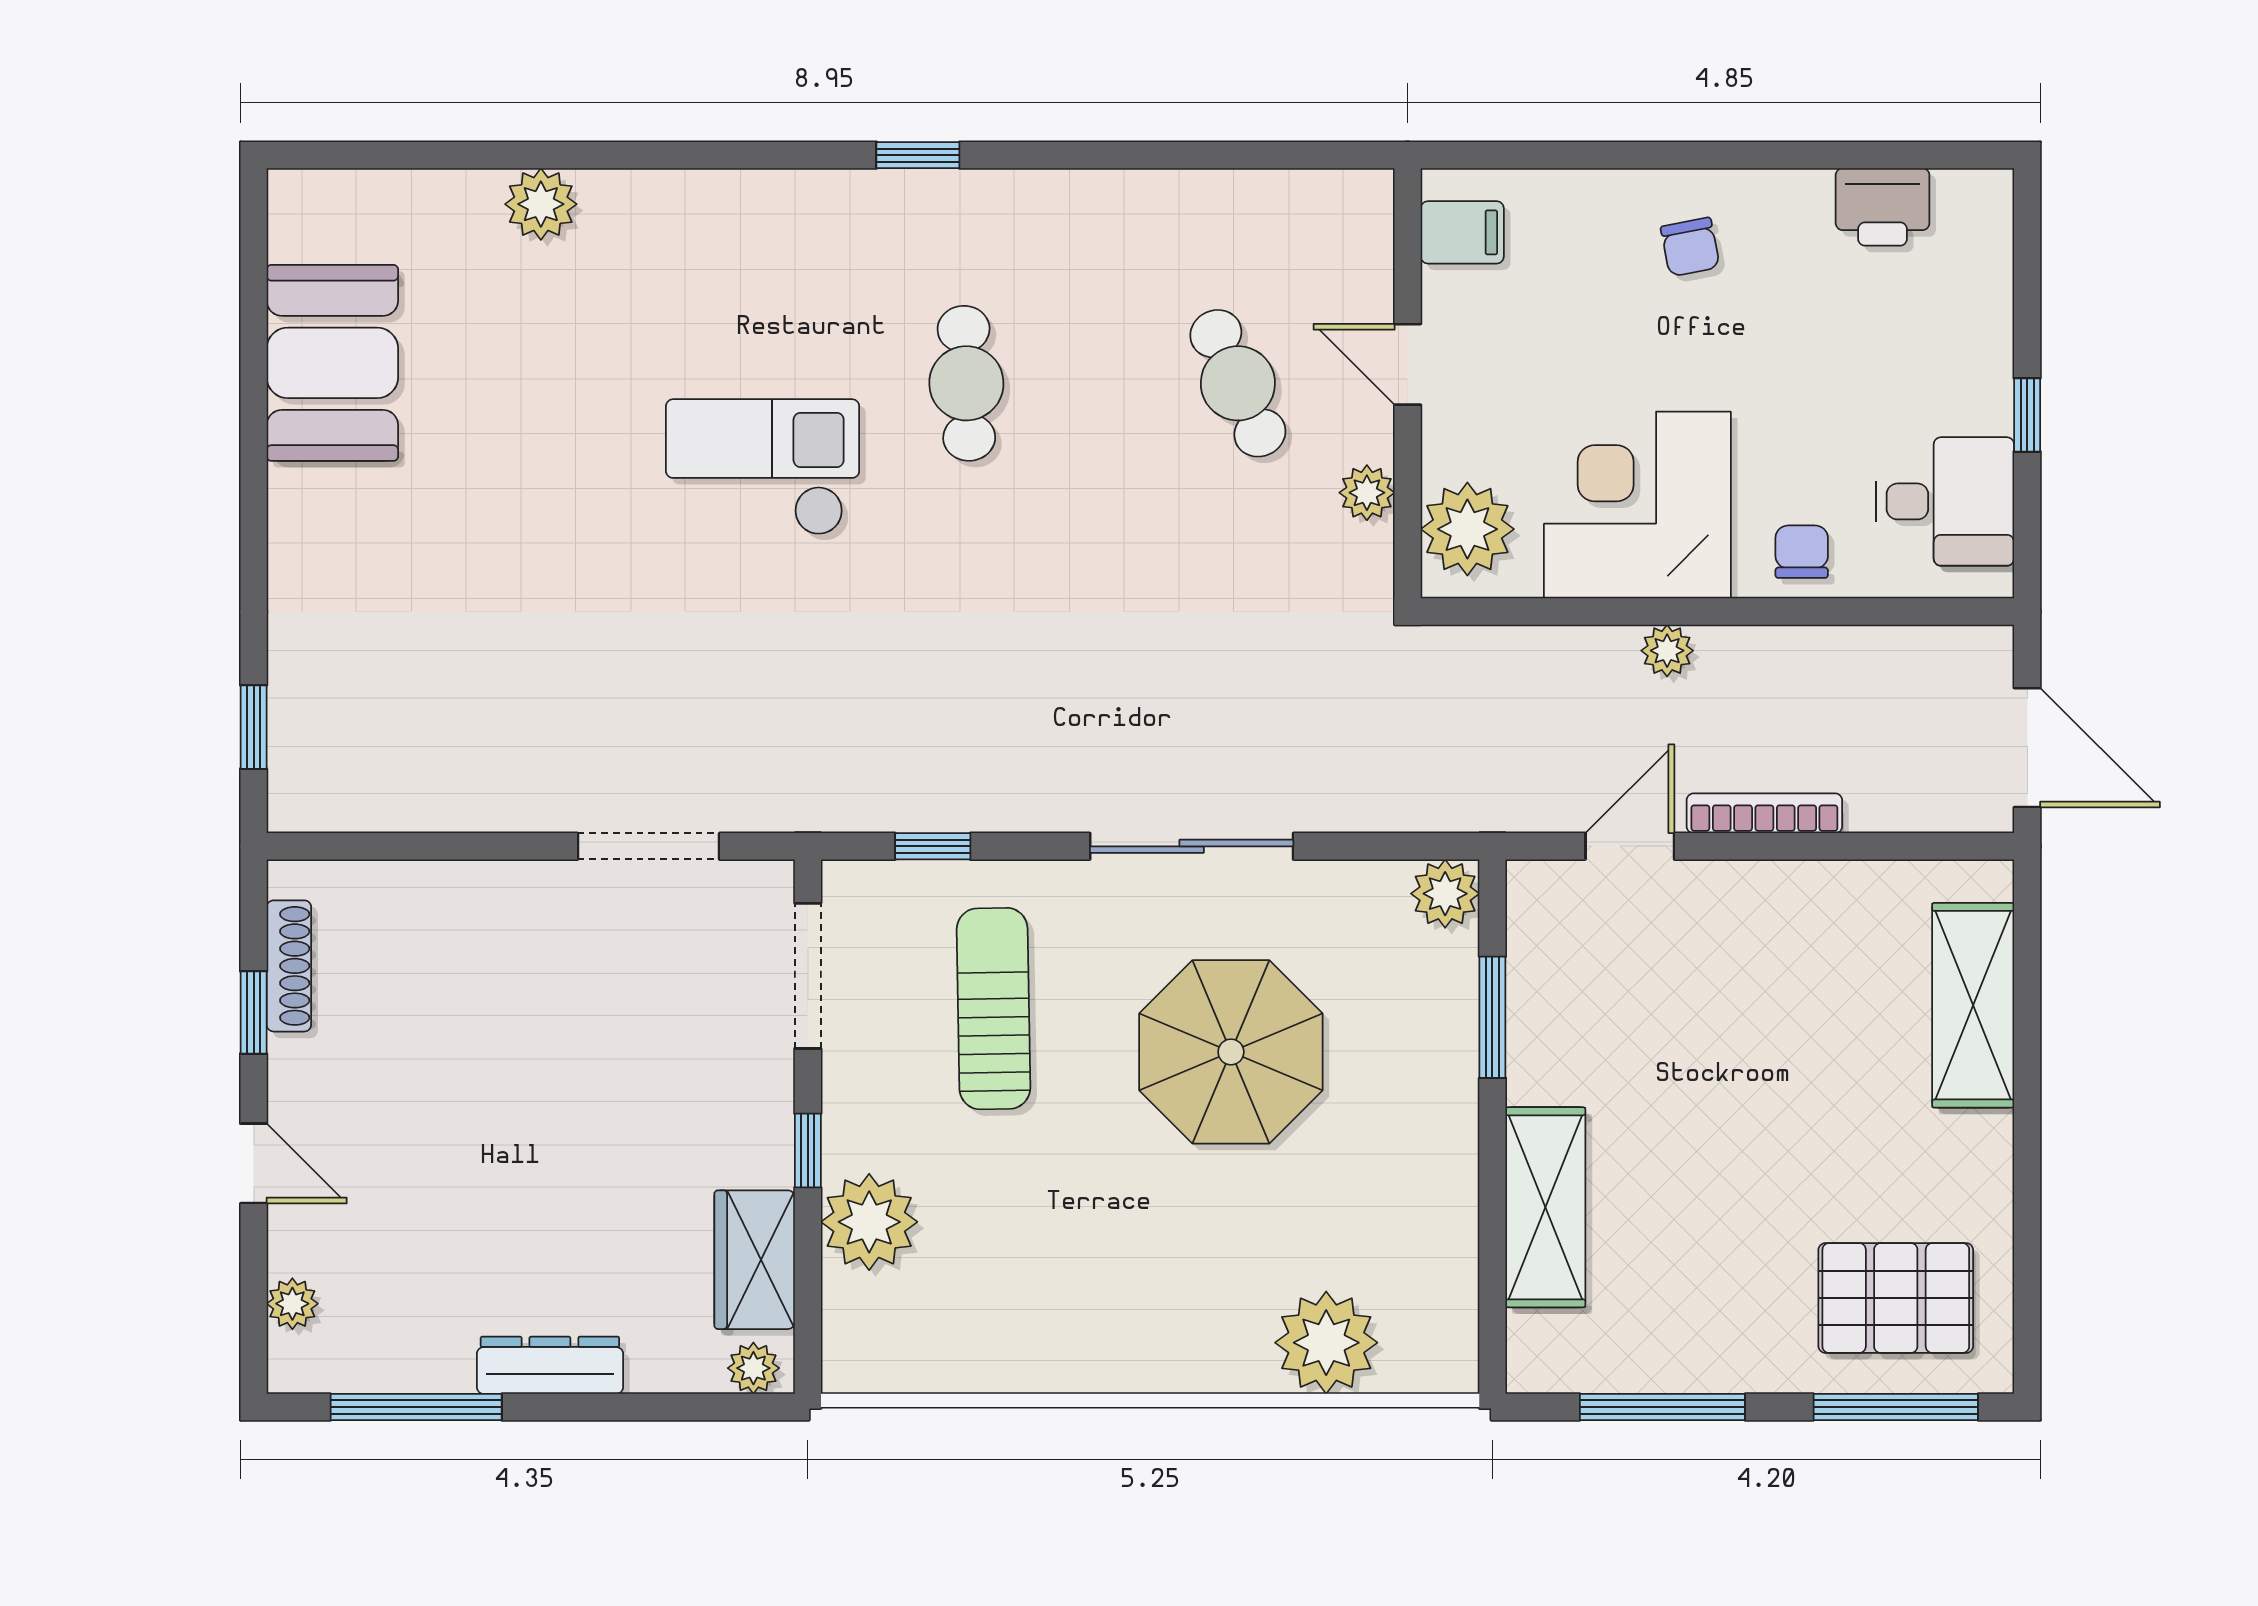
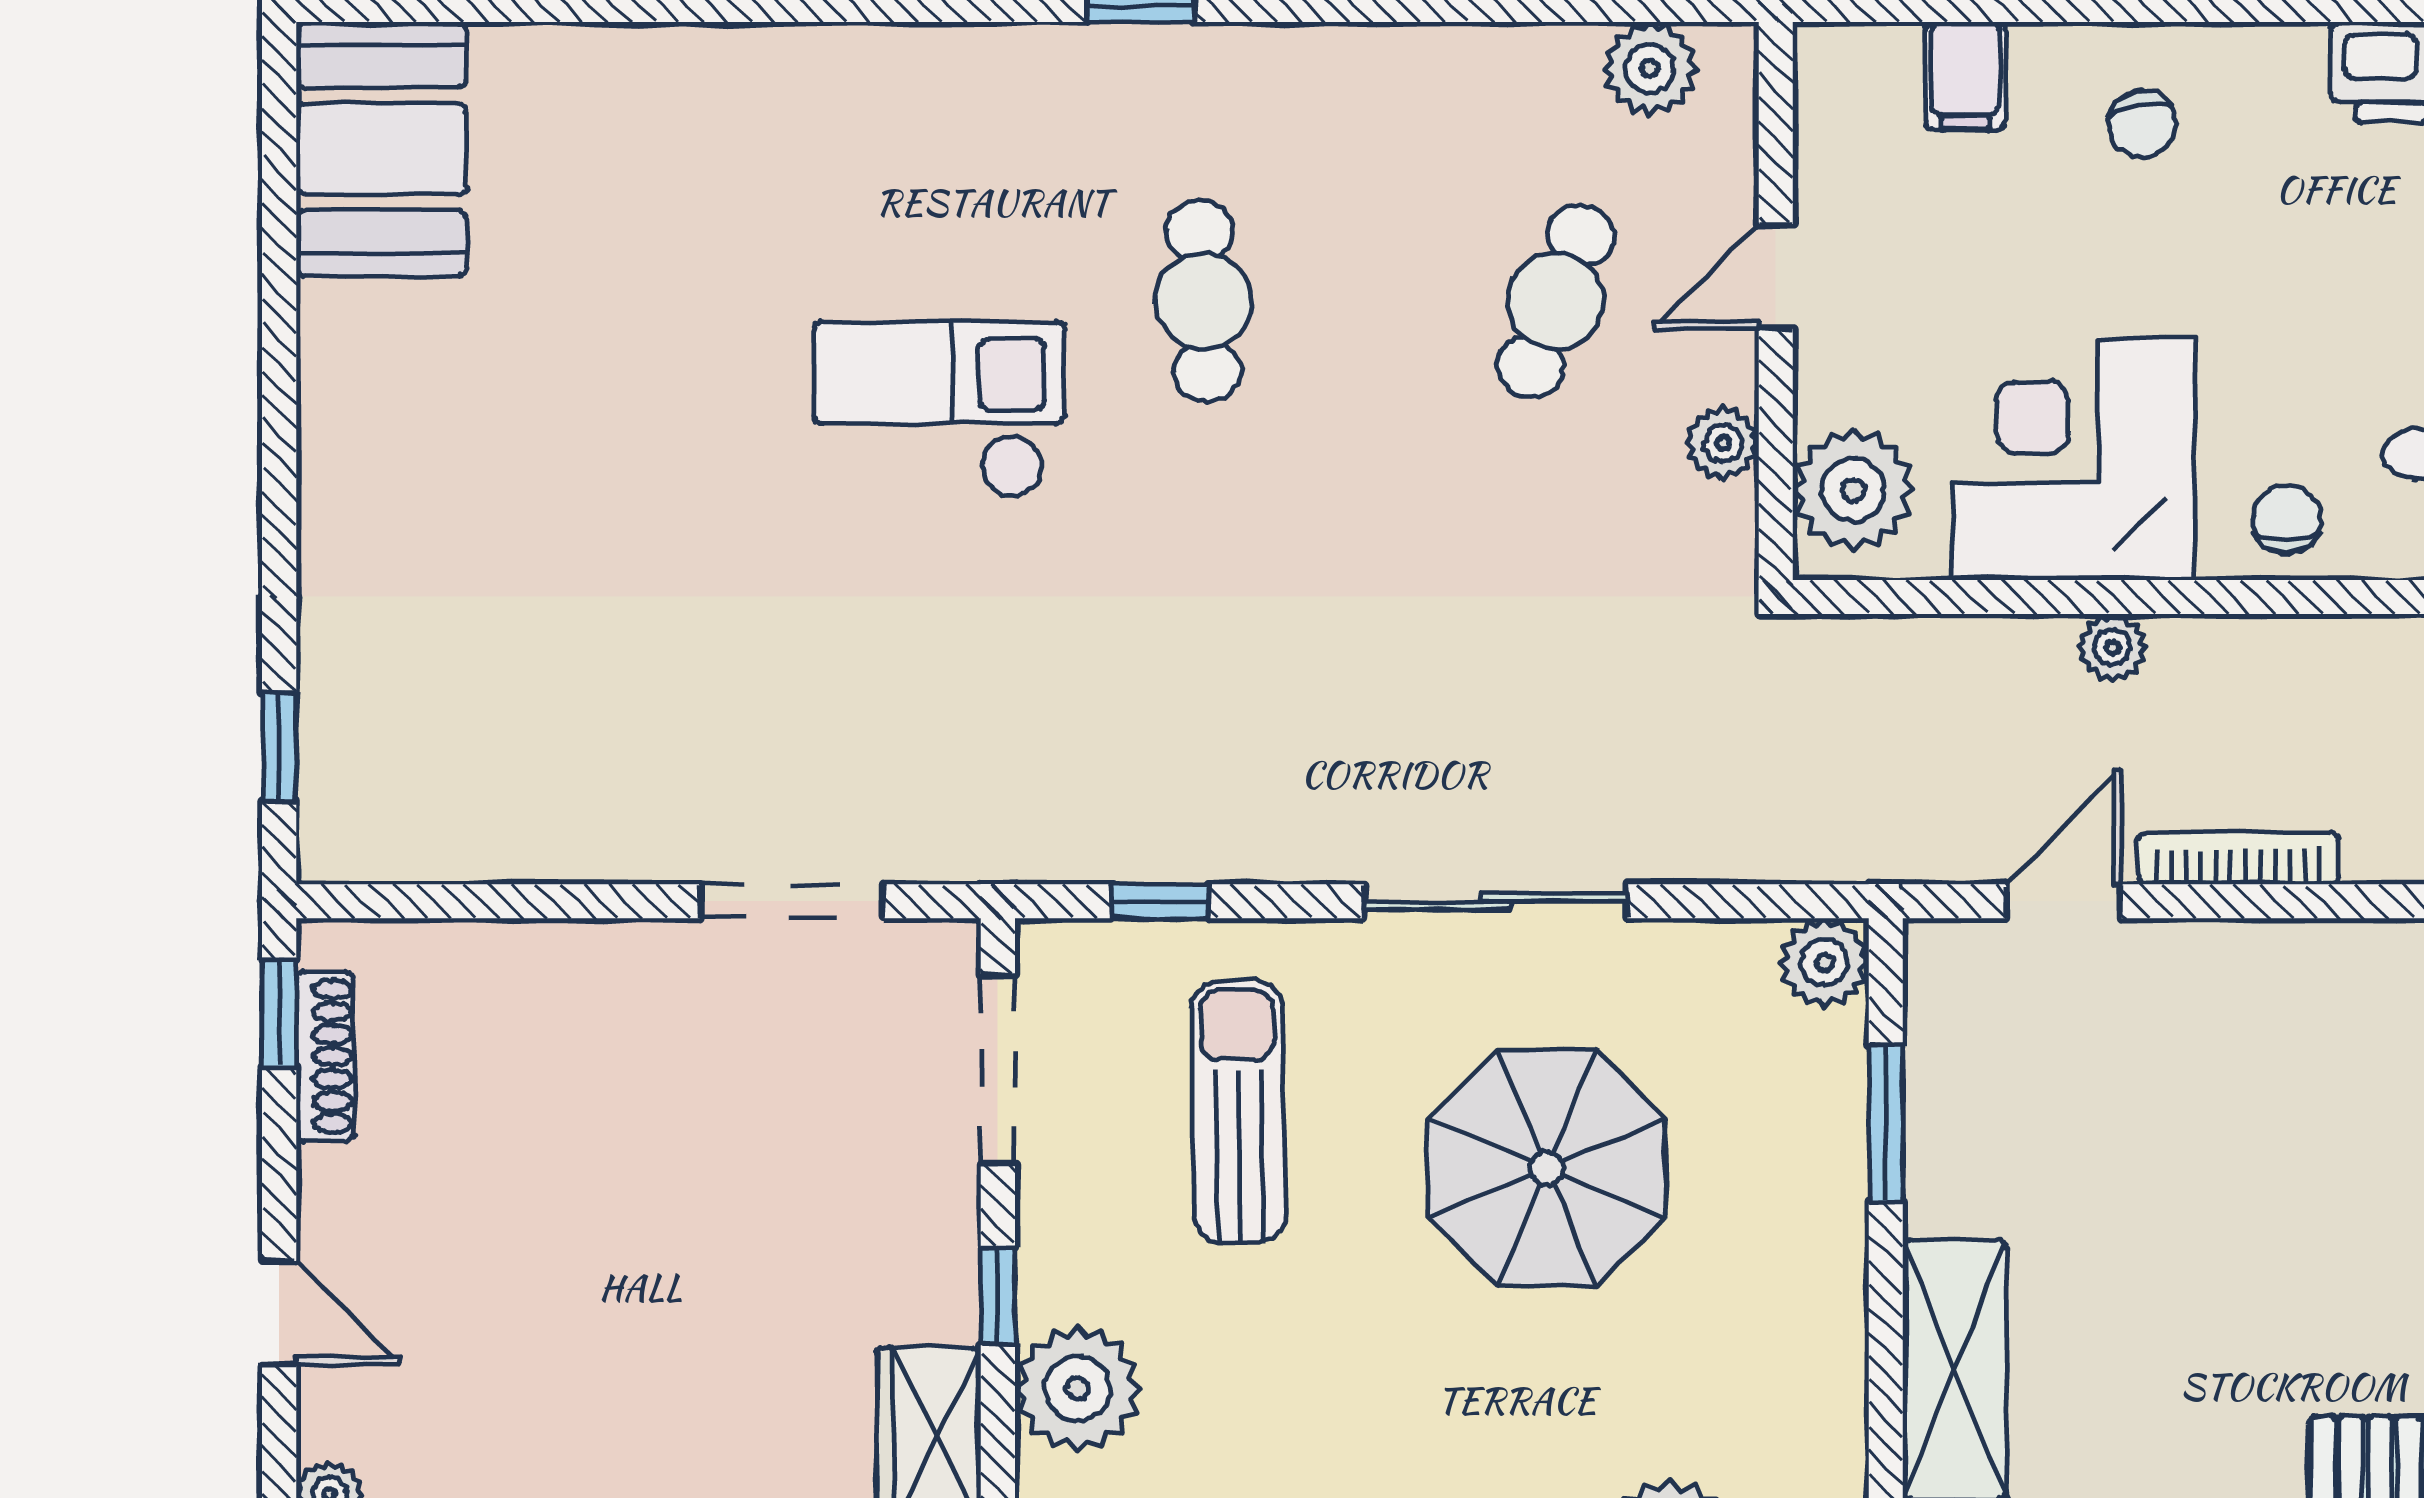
plant: (541, 204) -> (1650, 69), moved
filing cabinet: (1462, 232) -> (1965, 76), moved, turned 90
booth: (332, 363) -> (381, 149), moved
door: (1408, 364) -> (1776, 276), hinge flipped
cafe table: (1238, 383) -> (1556, 301), turned 45
window: (254, 1012) -> (279, 1013), moved

